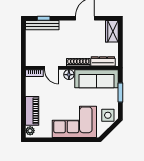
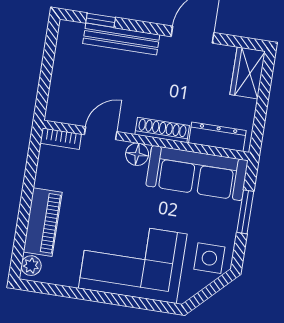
bench: (42, 25) -> (121, 39), moved
door: (51, 68) -> (101, 133), swing flipped

